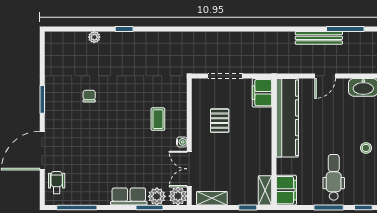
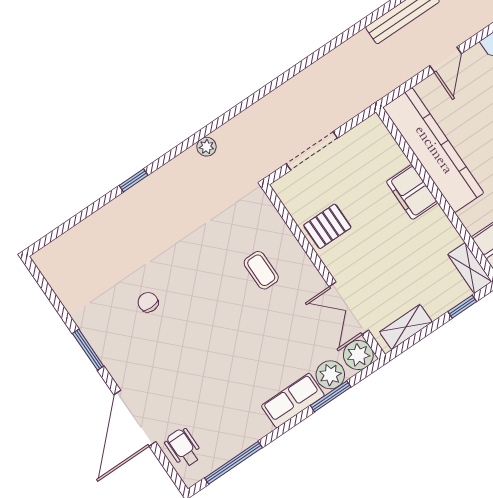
plant: (94, 37) -> (207, 147), moved
filing cabinet: (262, 93) -> (412, 192), moved
pallet: (220, 121) -> (327, 226), moved, turned 90
water cooler: (182, 142) -> (314, 279), removed

